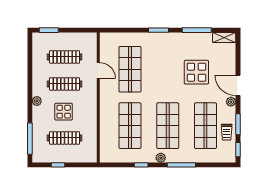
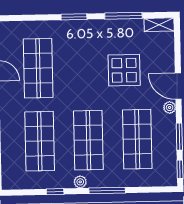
trolley: (227, 132) -> (165, 147), removed

